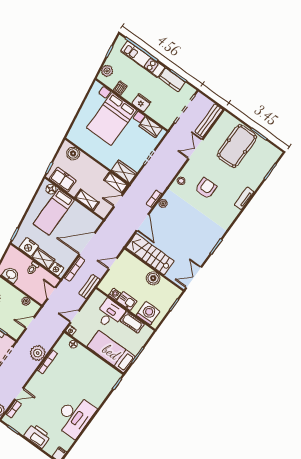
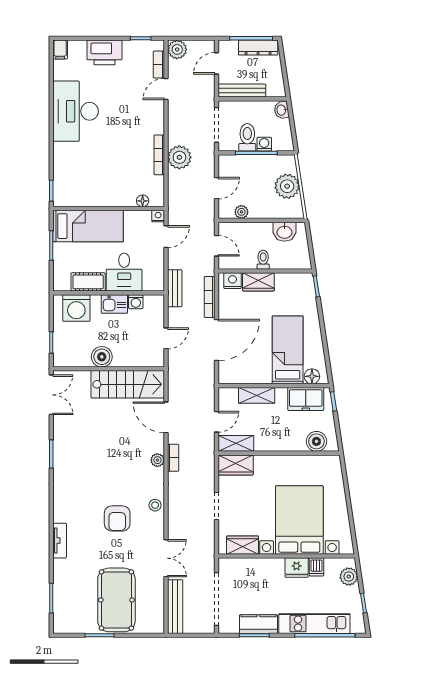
fridge: (141, 103) -> (297, 568), moved
nightstand: (29, 247) -> (287, 283), removed

